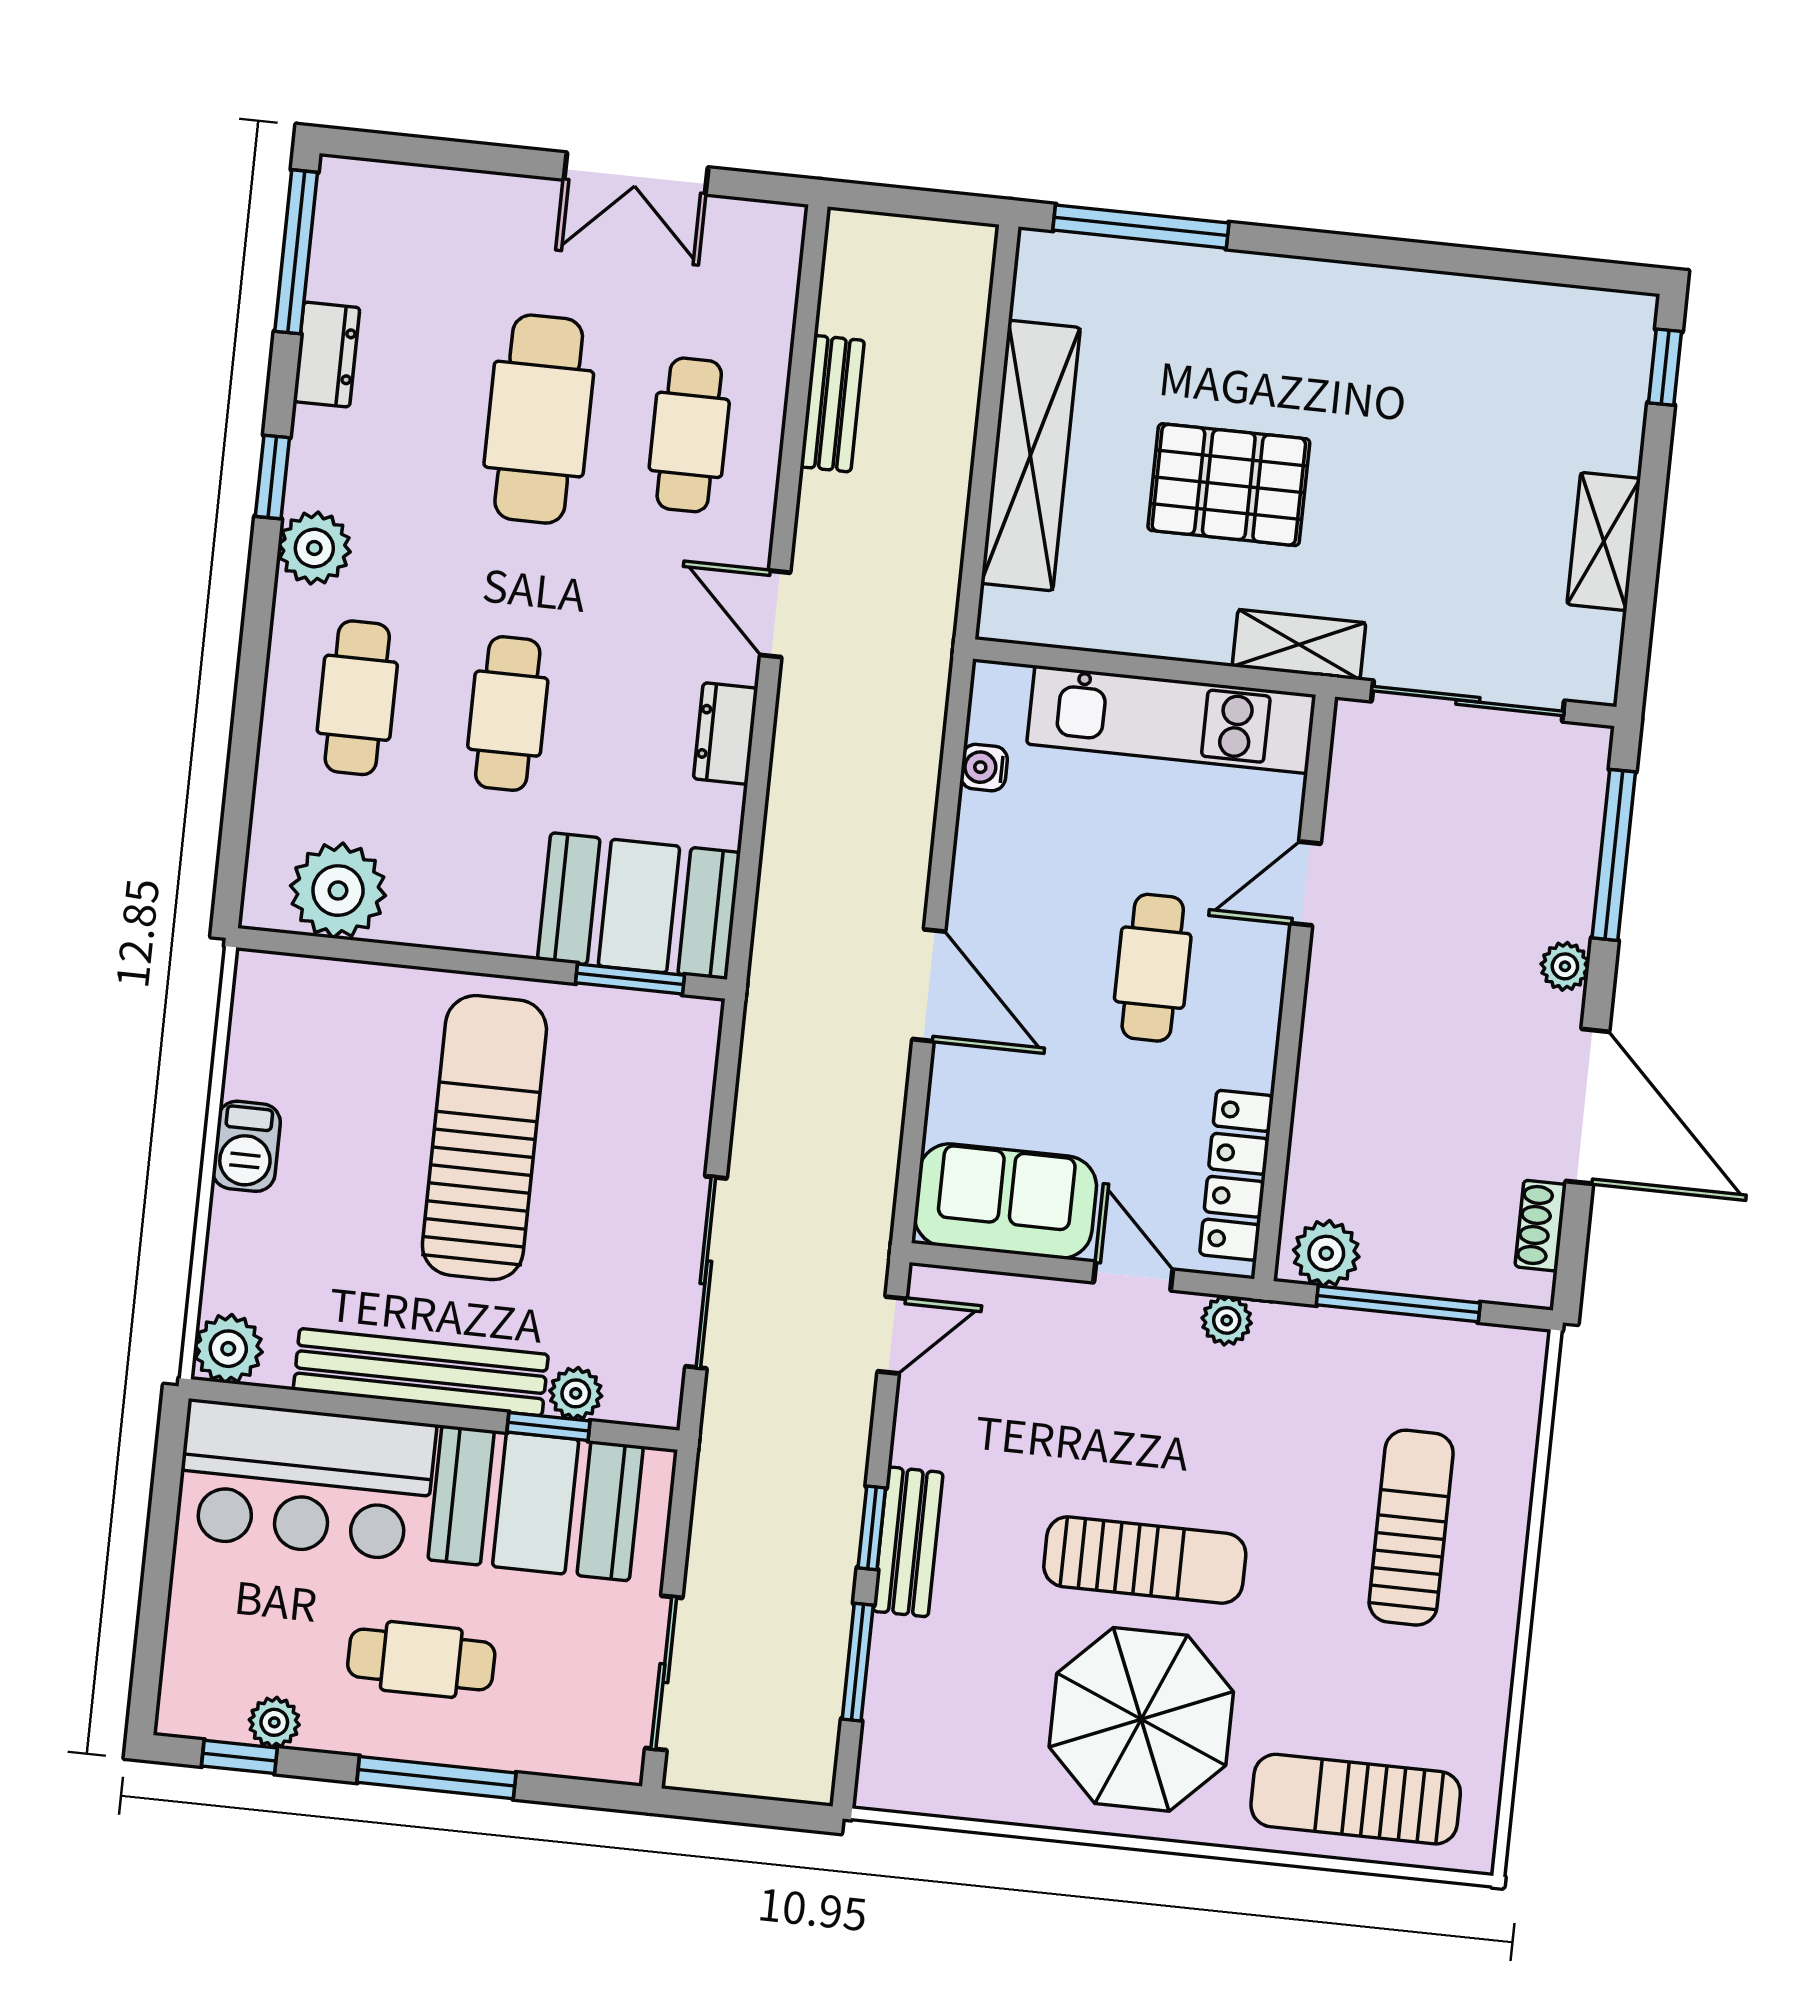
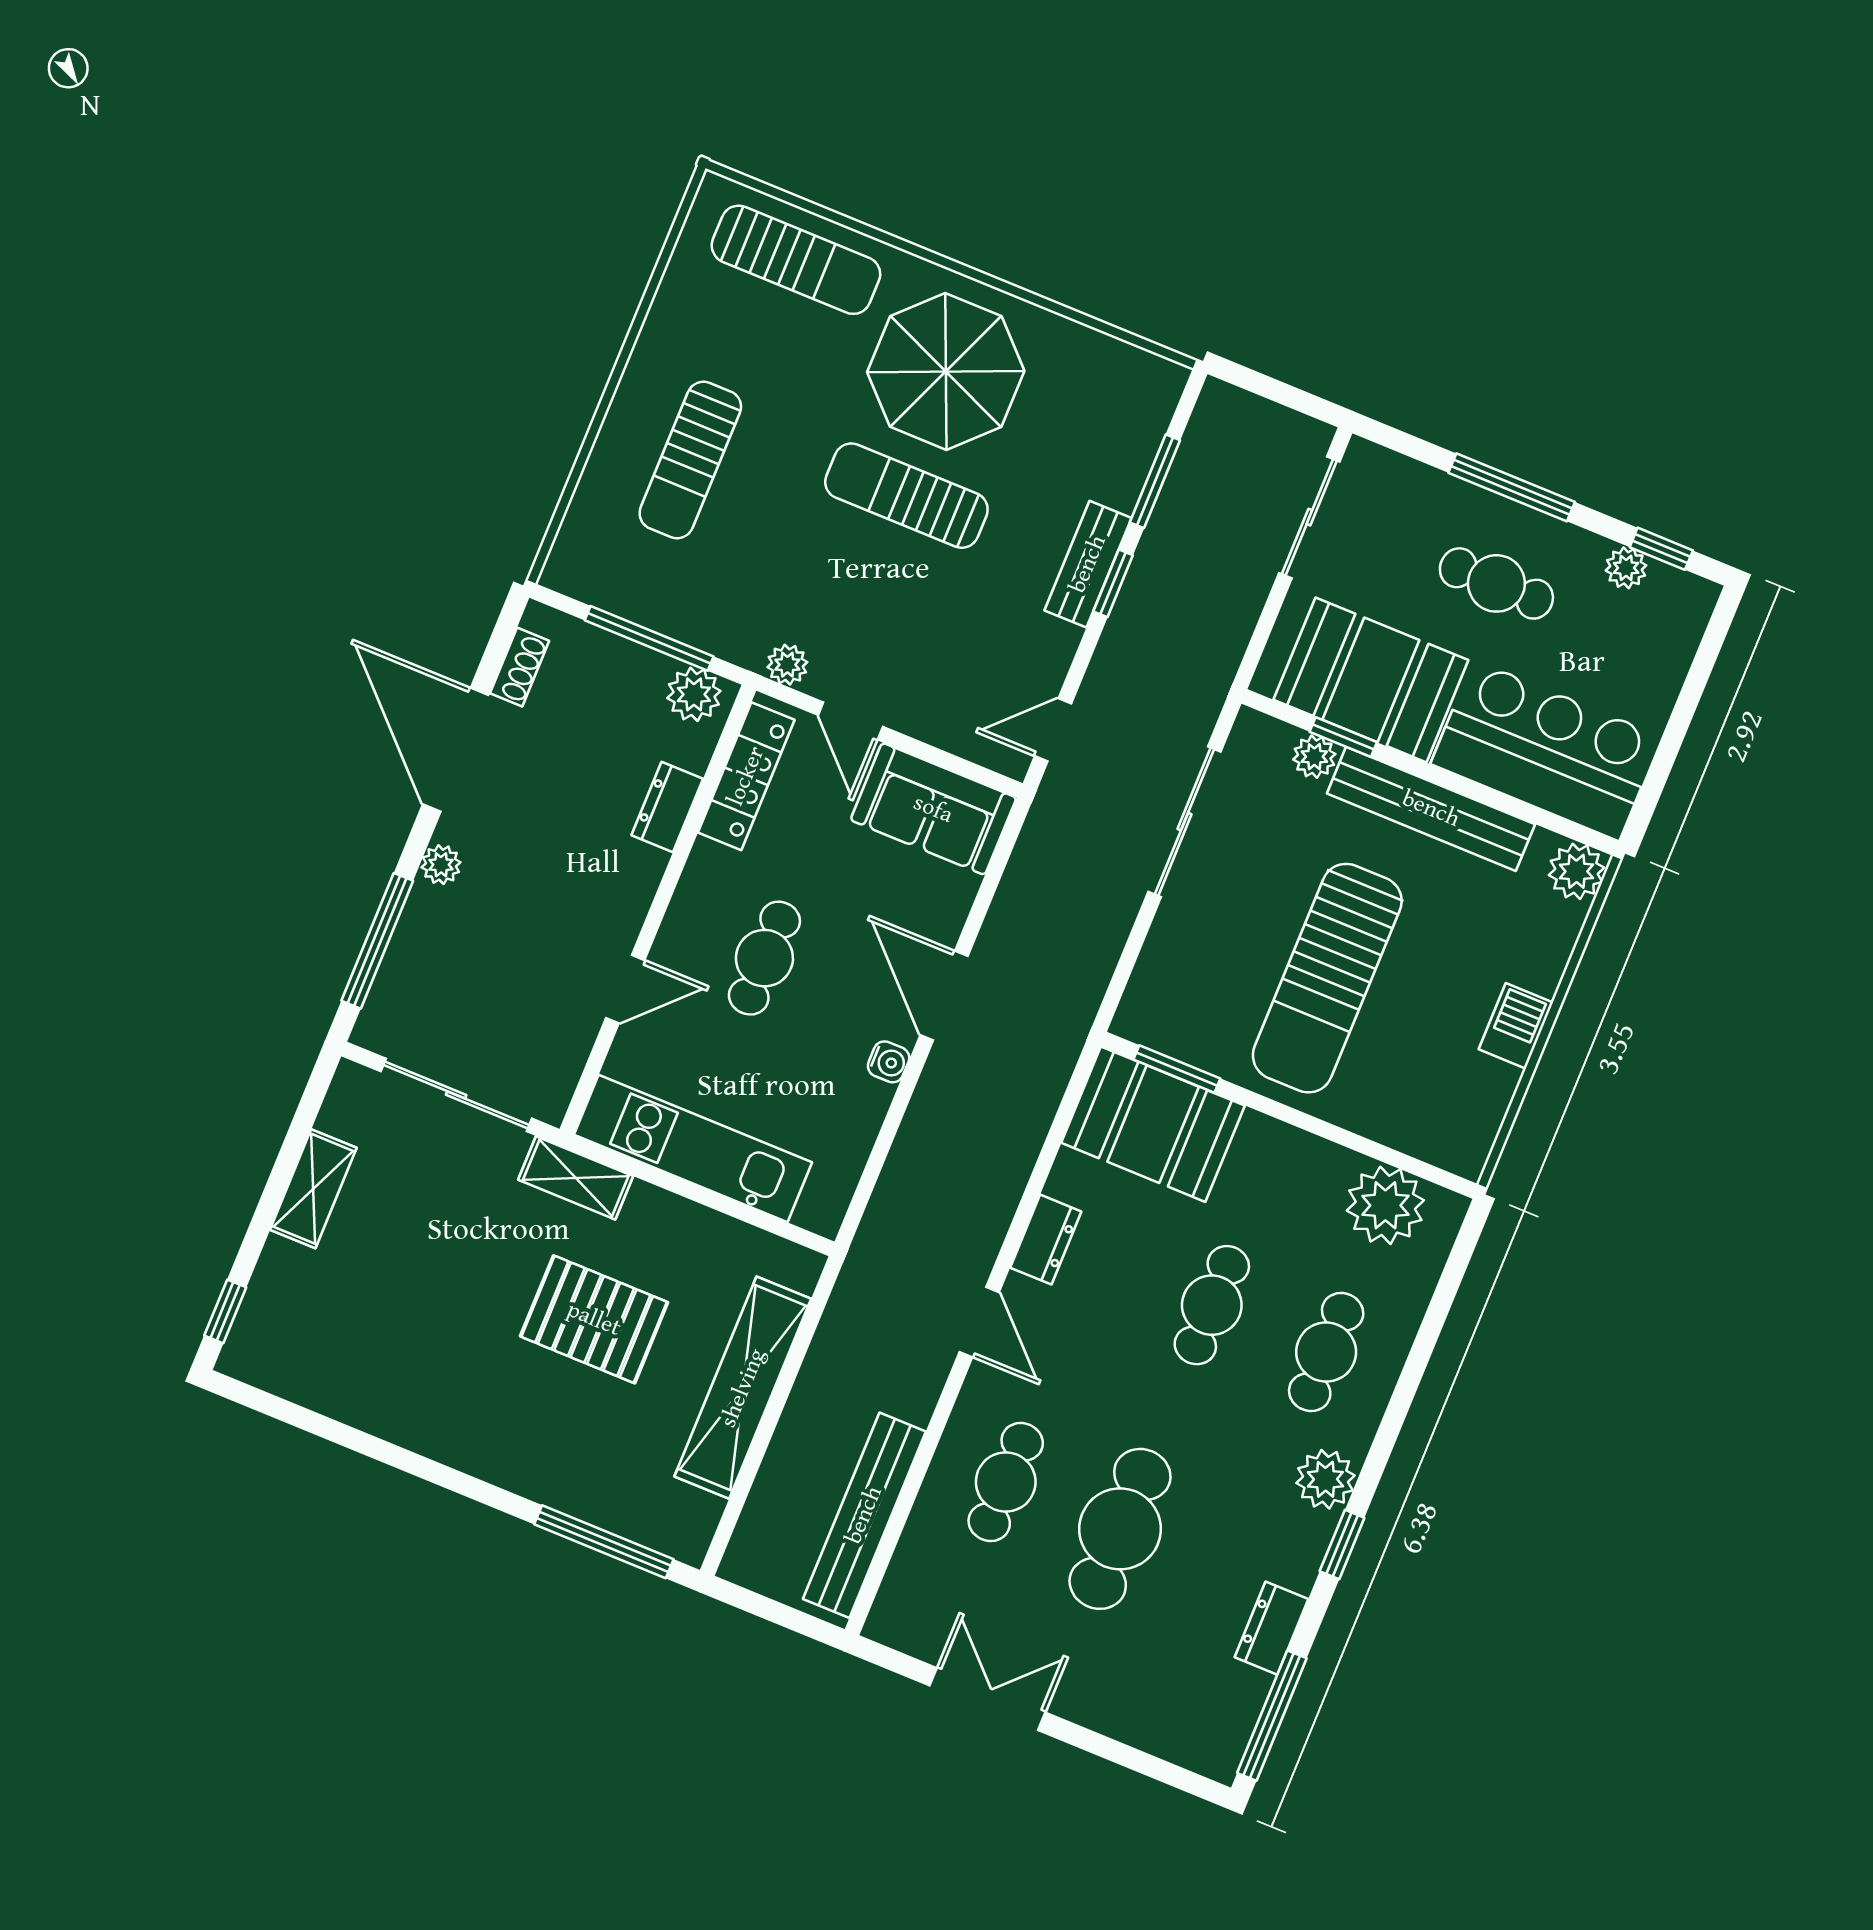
bench: (832, 404) -> (864, 1515), width x1.86, depth x1.21
water cooler: (984, 768) -> (889, 1062), moved
dresser: (1319, 1112) -> (667, 807), added

